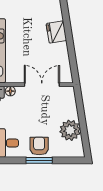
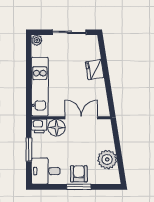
floor lamp: (10, 91) -> (56, 128), width x1.89, depth x1.89

